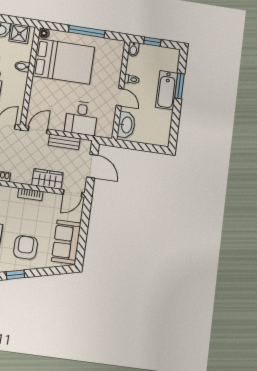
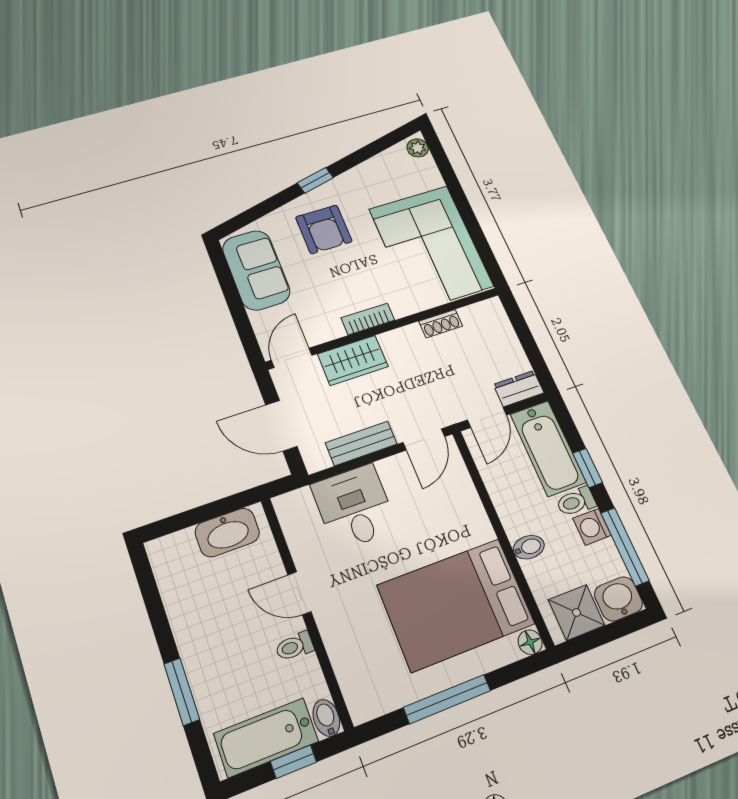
bathtub: (167, 90) -> (266, 738), moved, turned -90
washbasin: (126, 125) -> (227, 532), moved, turned -90

